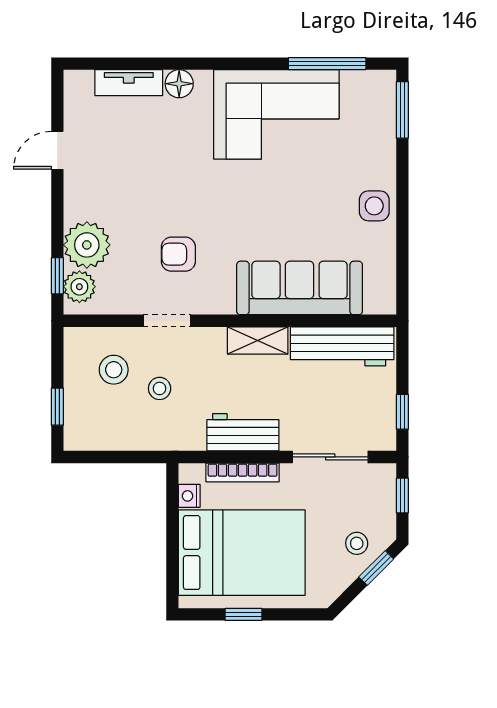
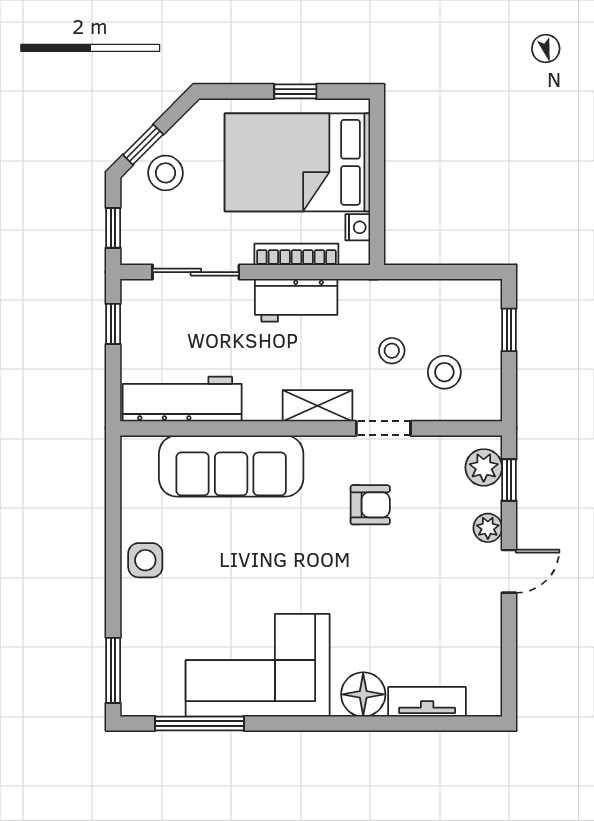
floor lamp: (179, 84) -> (363, 694), width x1.38, depth x1.38
door: (57, 150) -> (509, 571), moved
plant: (87, 245) -> (488, 528), width x0.53, depth x0.53
shelving: (258, 340) -> (317, 406), moved
stool: (357, 543) -> (165, 173), width x1.37, depth x1.37

